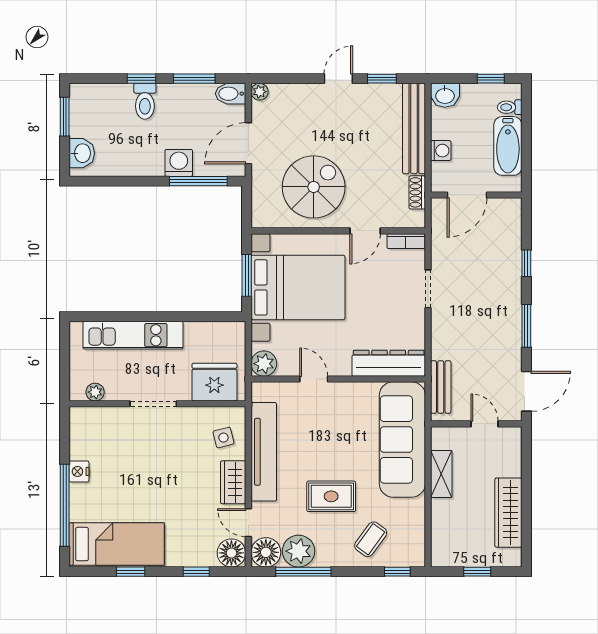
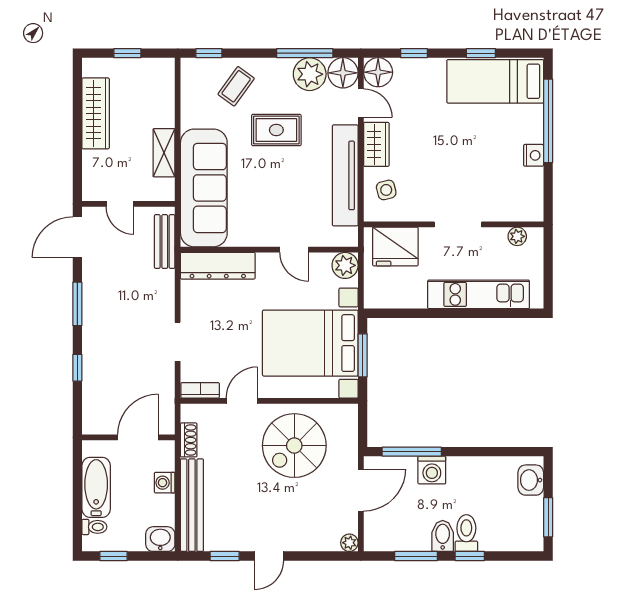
bidet: (231, 94) -> (443, 536), moved, turned -90

